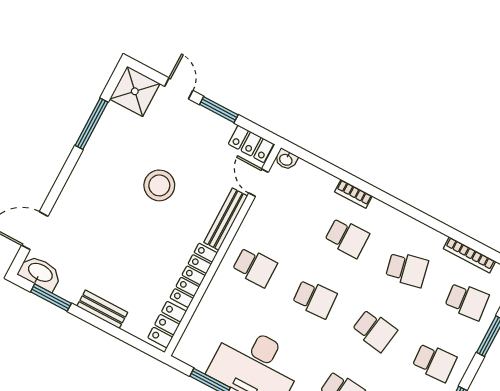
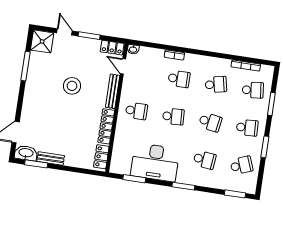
bench: (102, 309) -> (51, 158), moved

